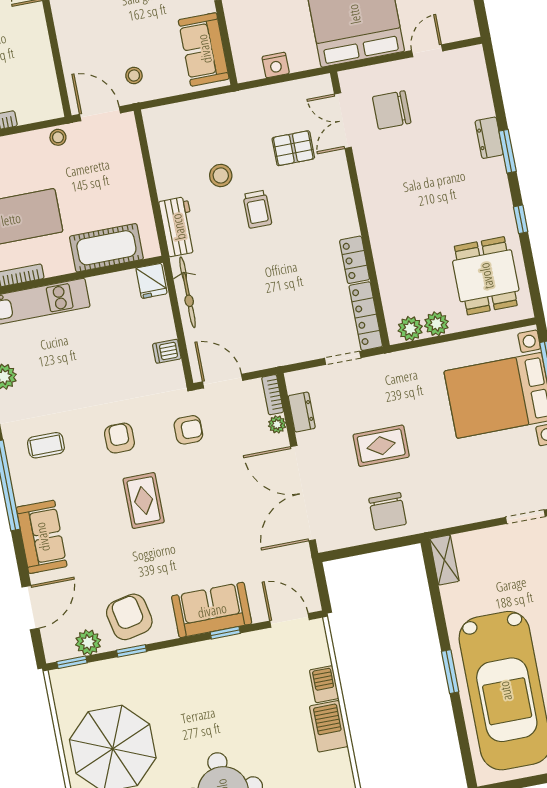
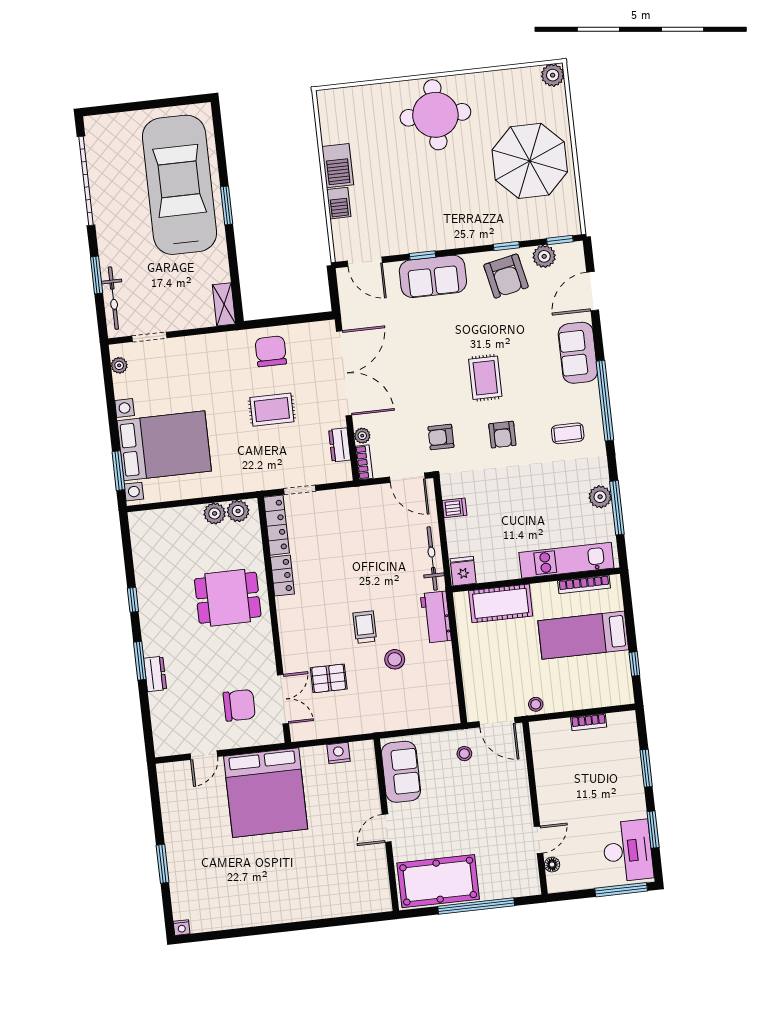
dining table: (486, 276) -> (228, 598), moved, turned 90

